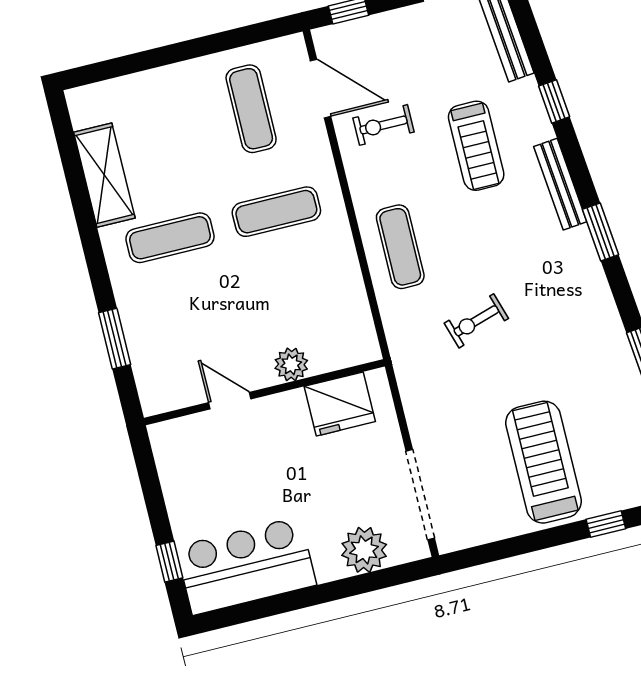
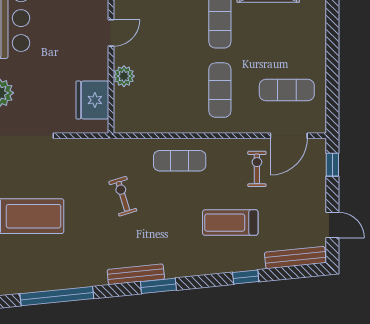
bench: (560, 184) -> (136, 274), moved

